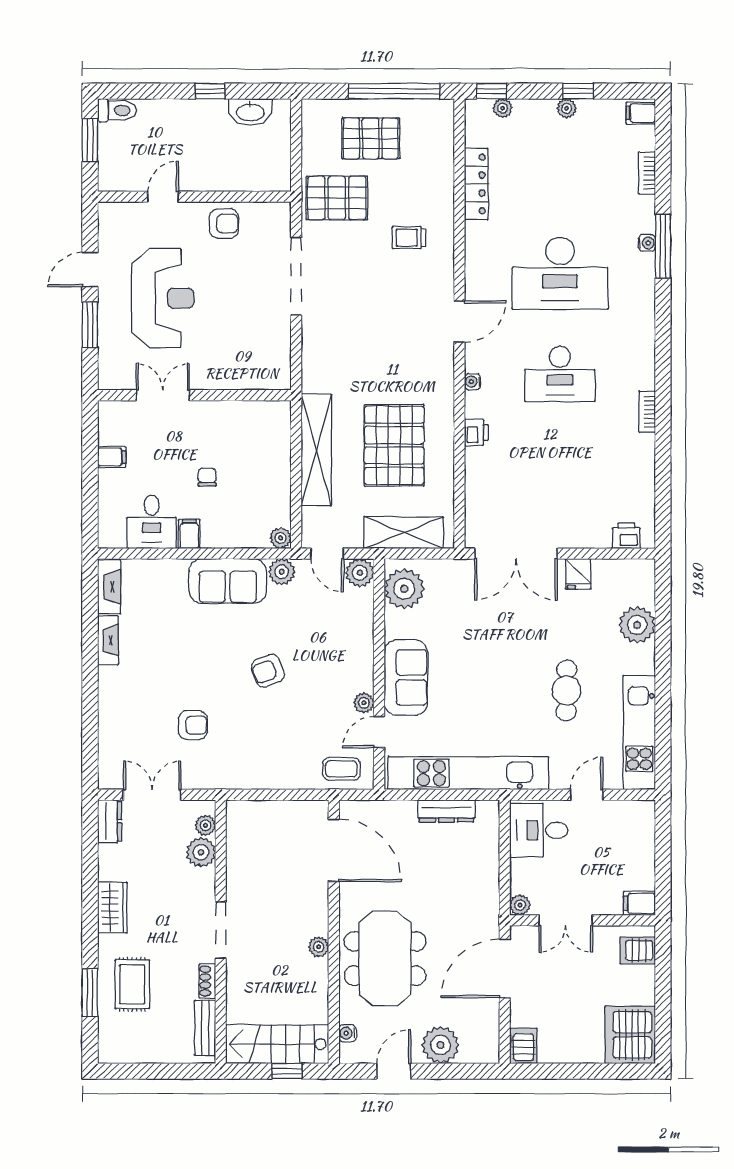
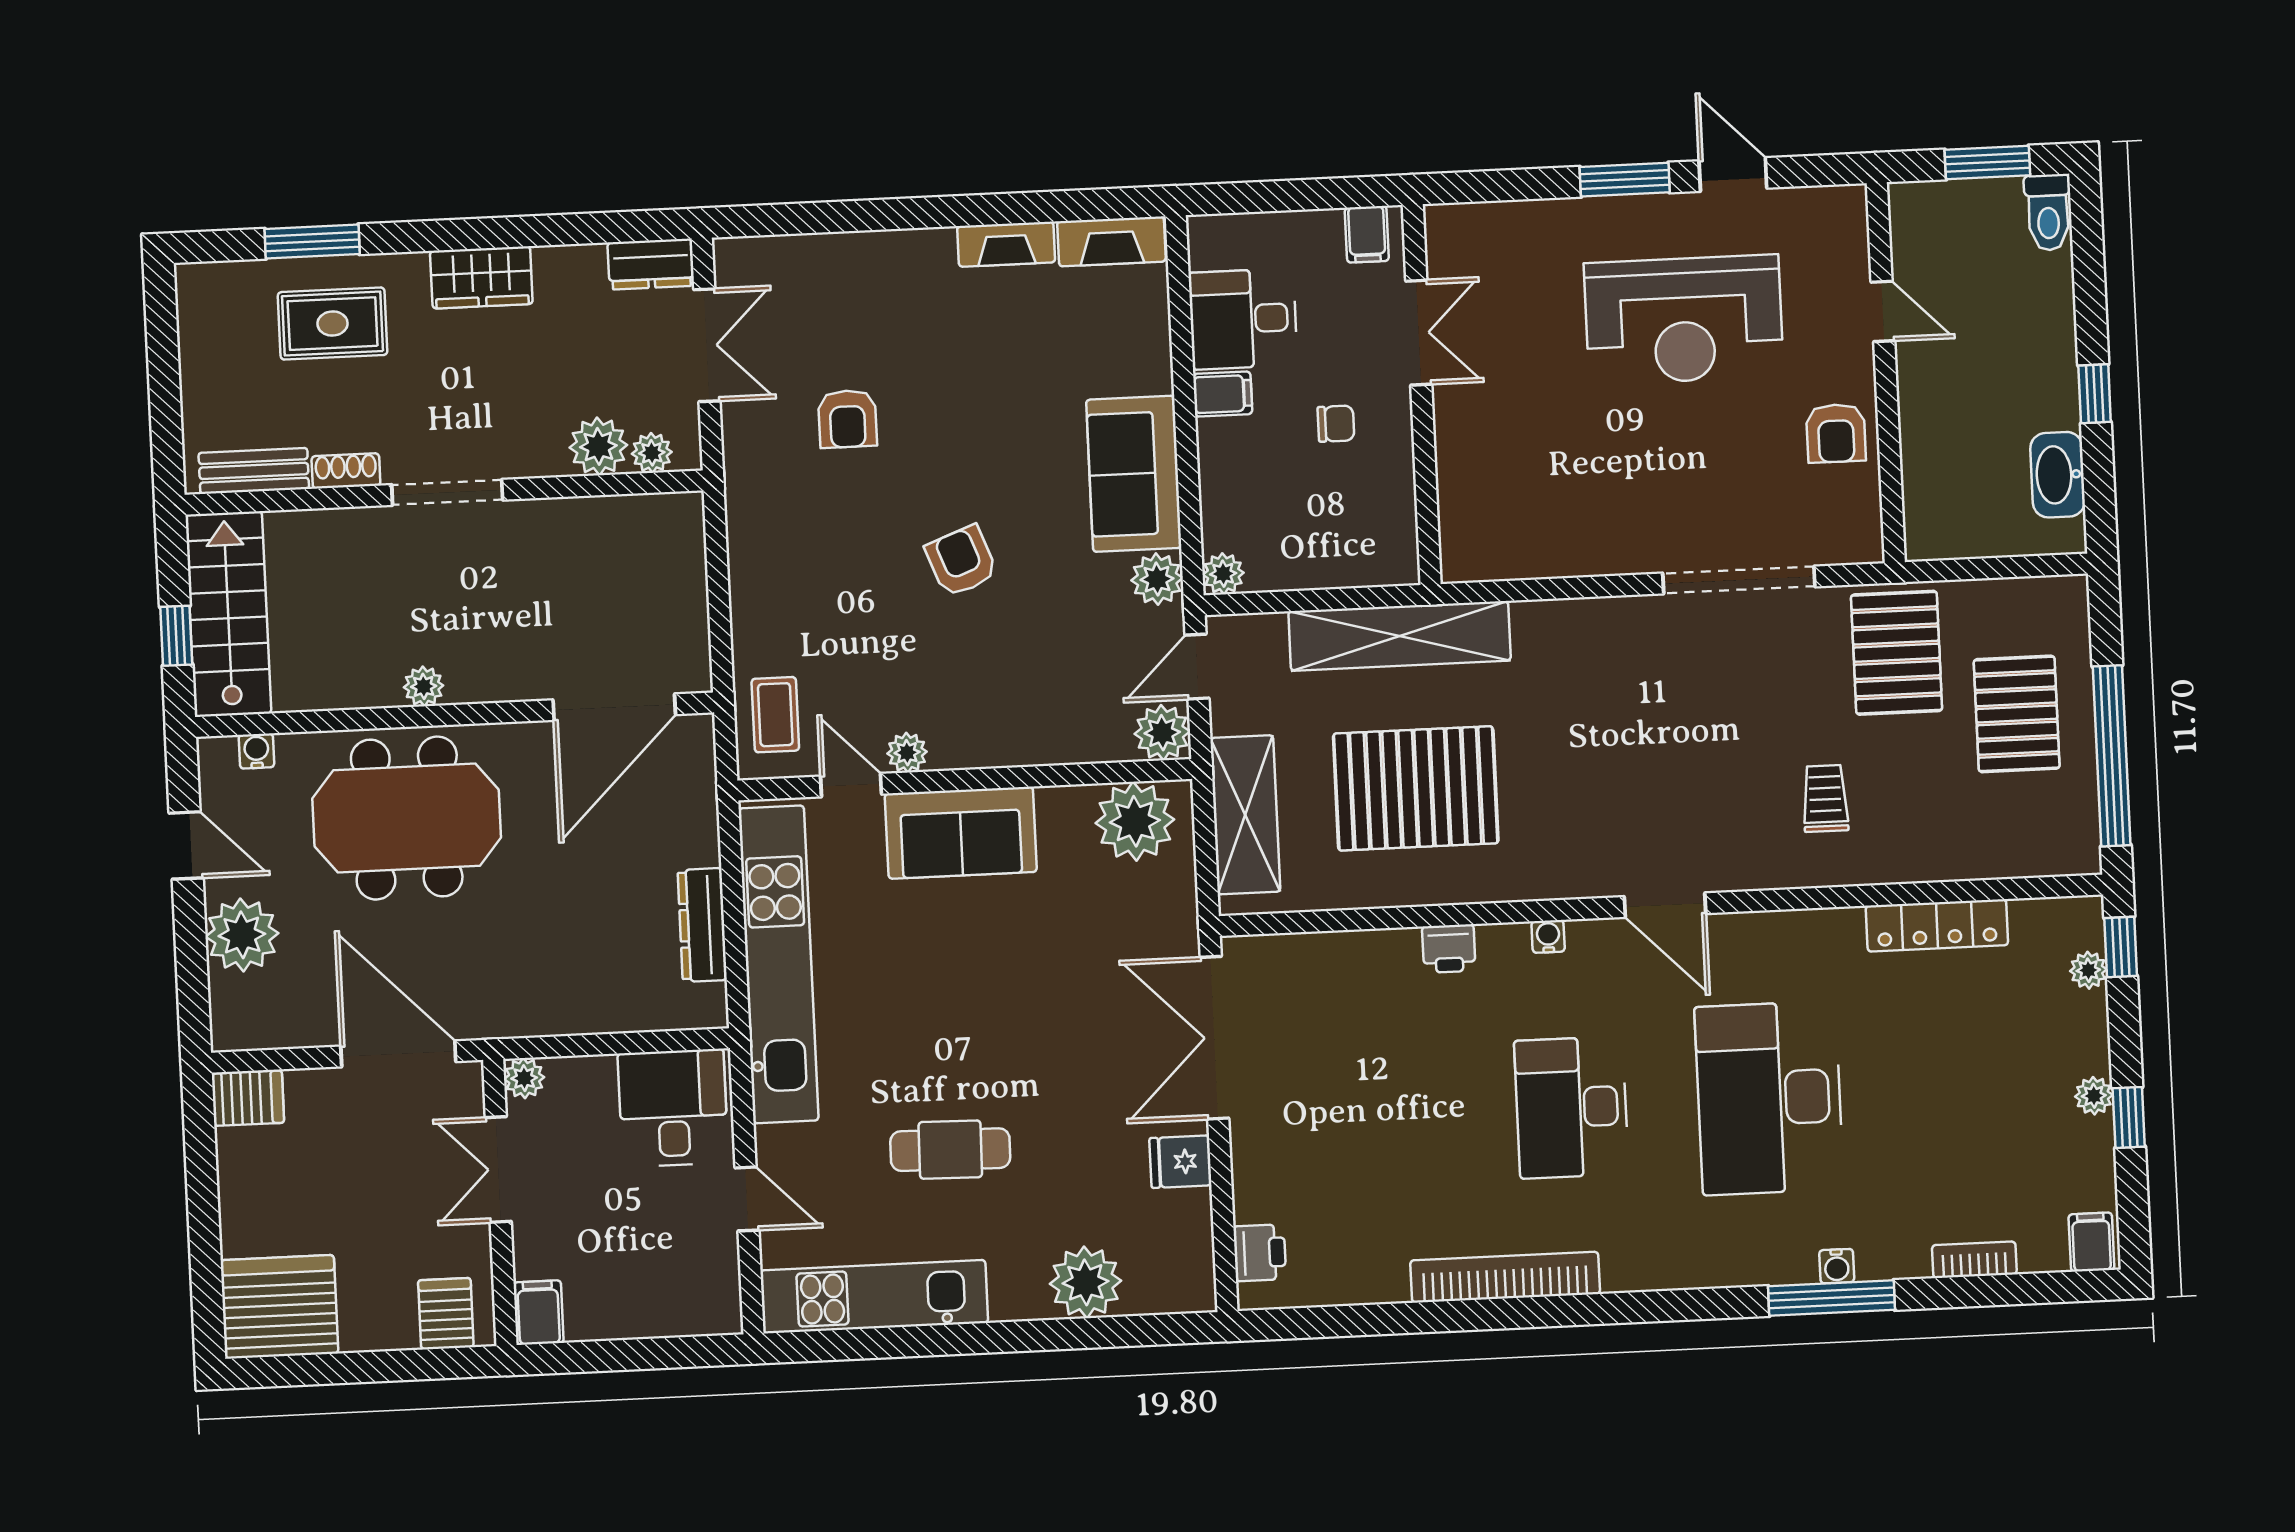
double door: (163, 395) -> (1419, 333), moved
wall: (194, 395) -> (1422, 395), moved
bookcase: (647, 412) -> (1505, 1277), width x2.31, depth x1.31

